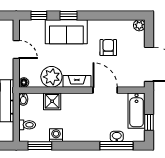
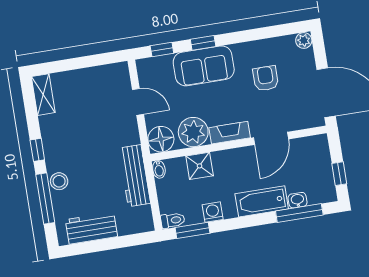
floor lamp: (24, 82) -> (161, 139), width x1.89, depth x1.89
door: (105, 90) -> (271, 138), swing flipped
bathtub: (137, 111) -> (262, 201), moved, turned 90
toilet: (27, 125) -> (173, 220), moved

